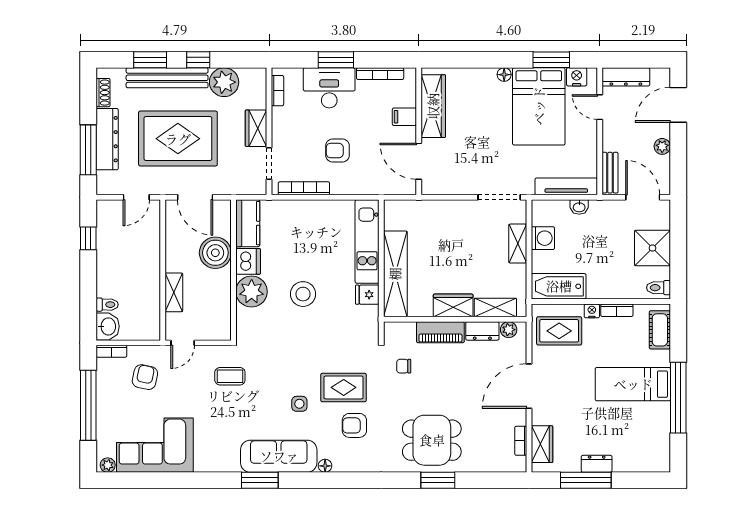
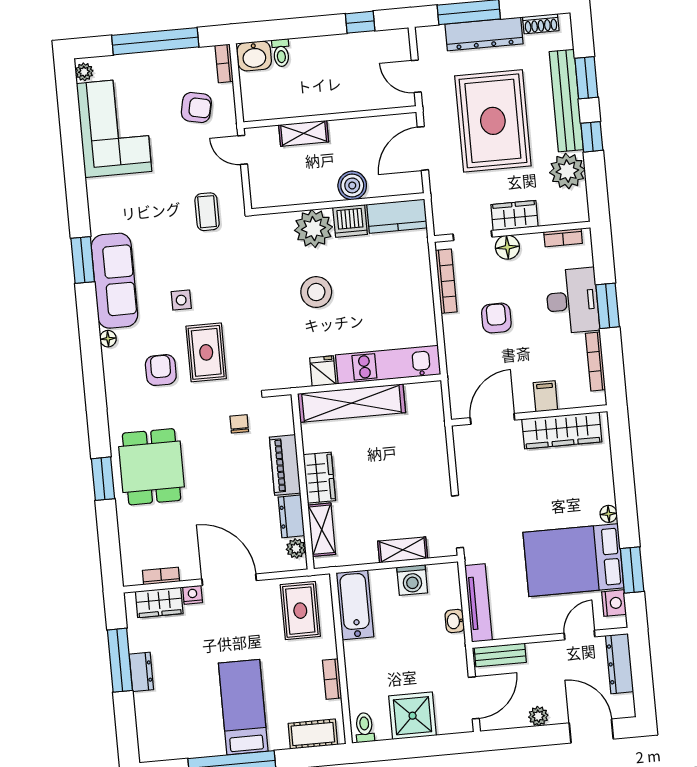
floor lamp: (281, 136) -> (507, 247), added
boiler: (215, 253) -> (352, 185), width x0.73, depth x0.73
nightstand: (592, 311) -> (193, 595), moved, turned -90

